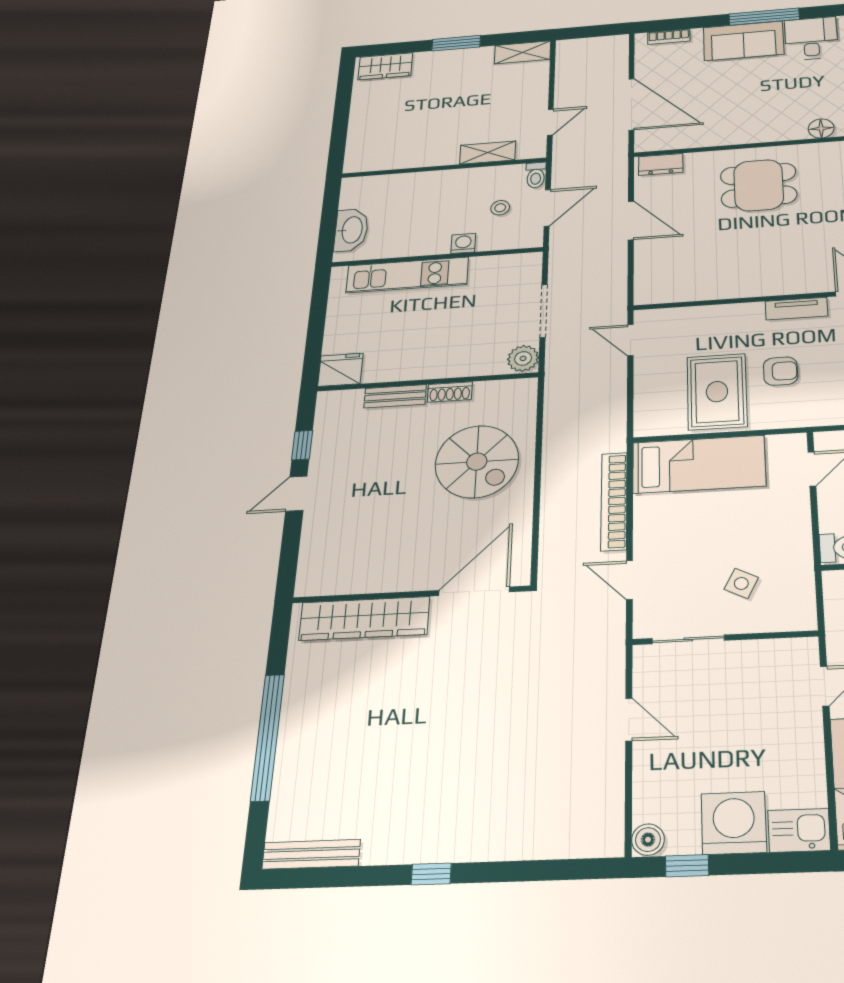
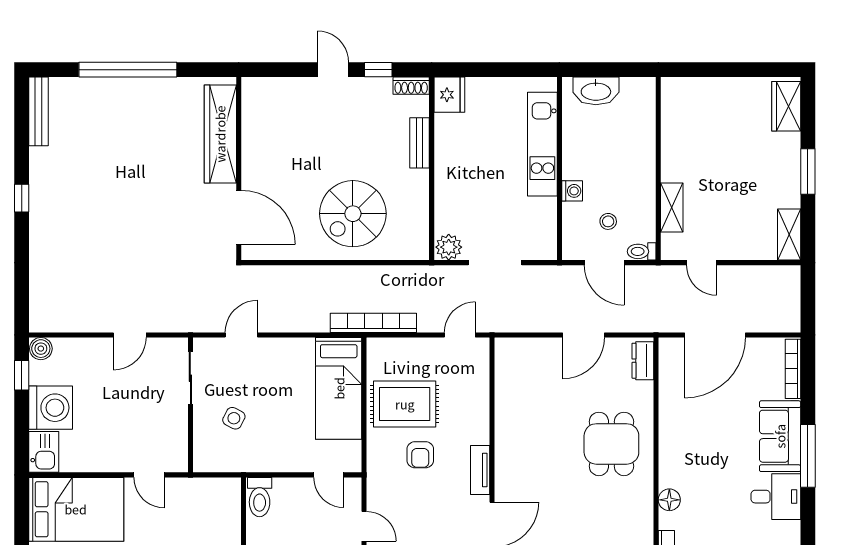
bookcase: (669, 37) -> (793, 369), width x1.56
shoe rack: (450, 392) -> (411, 86), moved, turned -90
bookcase: (614, 501) -> (373, 323), moved

